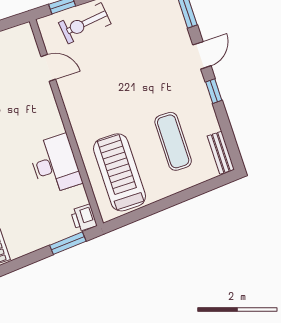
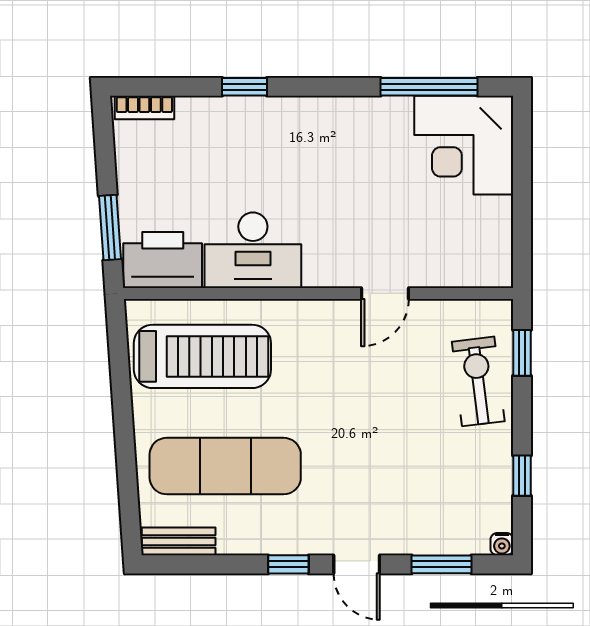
door: (48, 68) -> (385, 293), moved
exercise mat: (173, 141) -> (225, 466), width x1.36, depth x1.45
printer: (84, 218) -> (163, 260), width x1.87, depth x1.48

